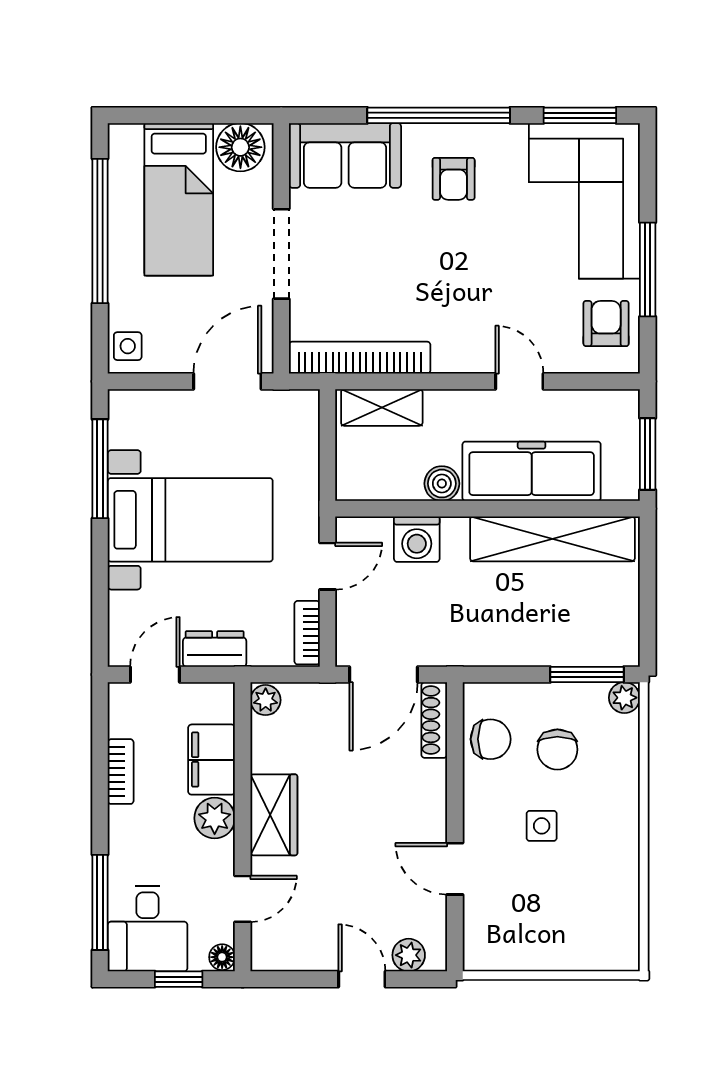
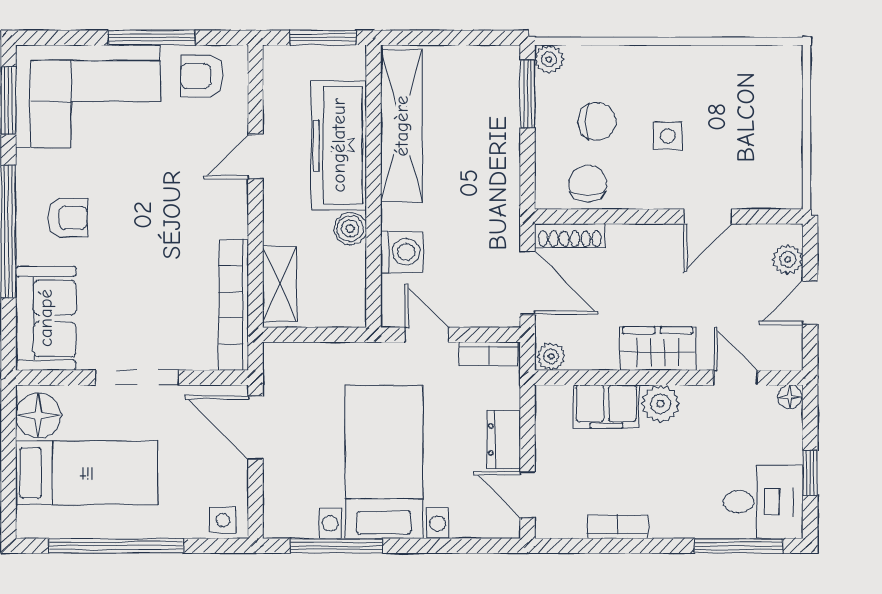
plant: (266, 700) -> (551, 356), moved
filing cabinet: (212, 760) -> (606, 406), moved
wardrobe: (274, 815) -> (658, 349), moved
plant: (215, 818) -> (661, 404), moved
wall: (243, 827) -> (669, 378), moved
door: (243, 899) -> (736, 378), moved
floor lamp: (222, 957) -> (790, 397), moved

